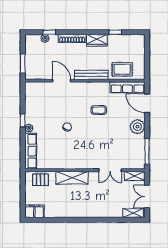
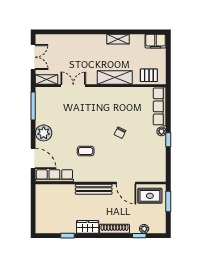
rug: (122, 69) -> (150, 196), moved
shelving: (133, 213) -> (118, 39), moved

